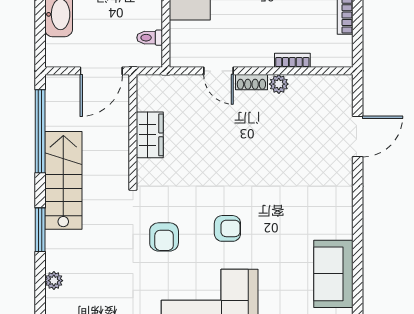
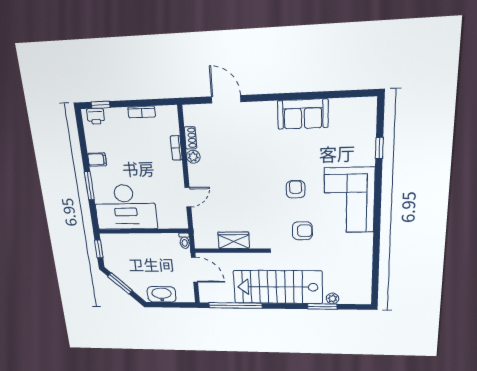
toilet: (150, 38) -> (185, 241), moved
shoe rack: (251, 82) -> (190, 138), moved
stairs: (63, 180) -> (278, 287), width x1.36, depth x1.51
window: (40, 230) -> (322, 307), moved
sofa: (333, 274) -> (303, 114), moved

